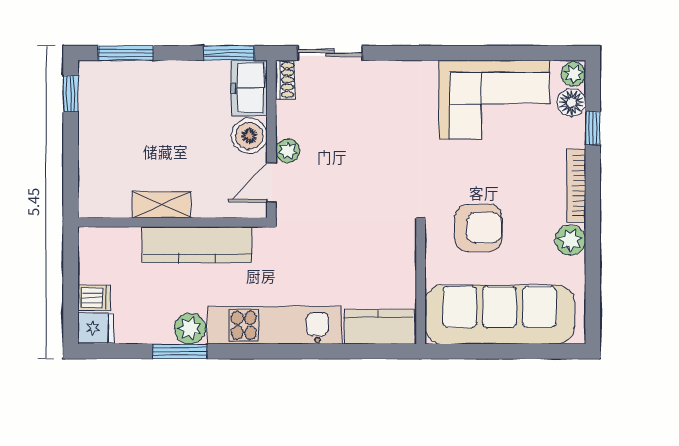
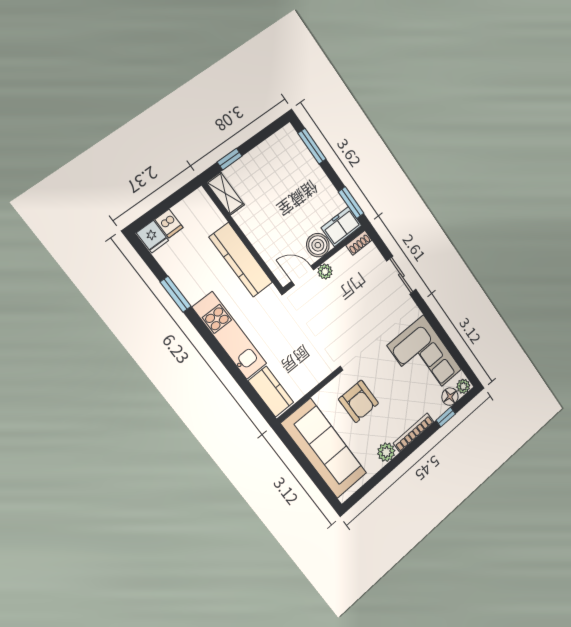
sliding door: (330, 53) -> (401, 275), moved
window: (71, 94) -> (230, 159), moved
shelving: (161, 205) -> (225, 194), moved
plant: (190, 329) -> (193, 290), removed

